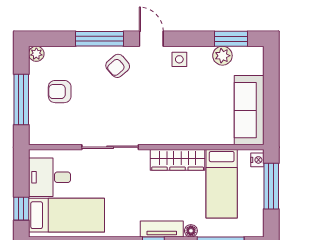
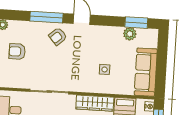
side table: (179, 59) -> (105, 69), moved

